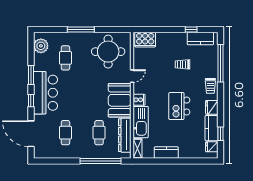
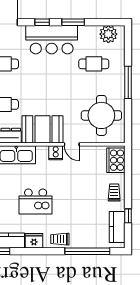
trolley: (183, 64) -> (114, 192), moved
cooker: (139, 100) -> (56, 153), moved
kitchen island: (179, 106) -> (36, 201), turned 180

